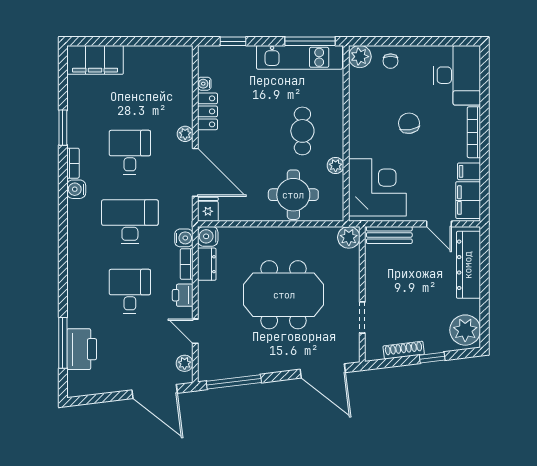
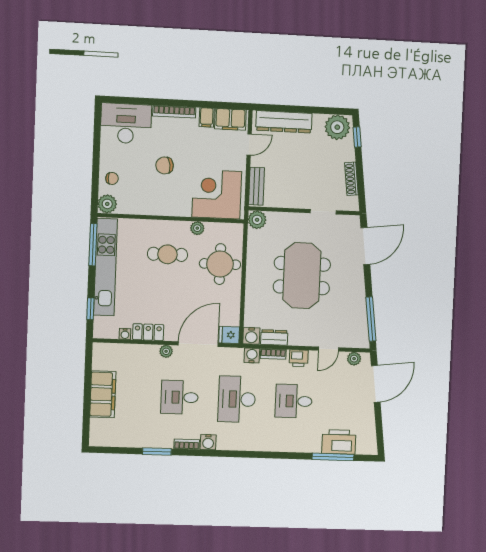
kitchen unit: (299, 57) -> (106, 267), width x1.36
filing cabinet: (95, 60) -> (103, 394), moved
window: (432, 358) -> (357, 137), moved

